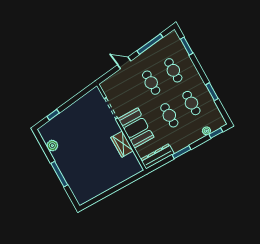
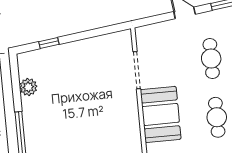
wardrobe: (122, 144) -> (130, 129), removed

